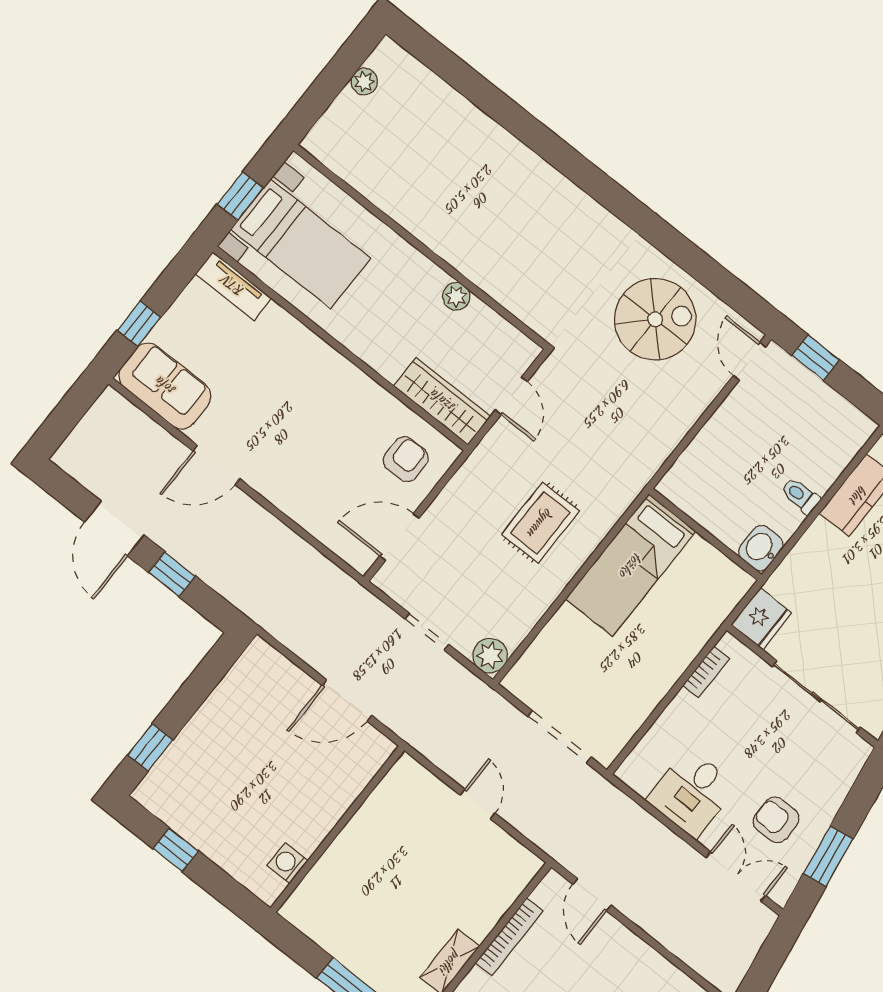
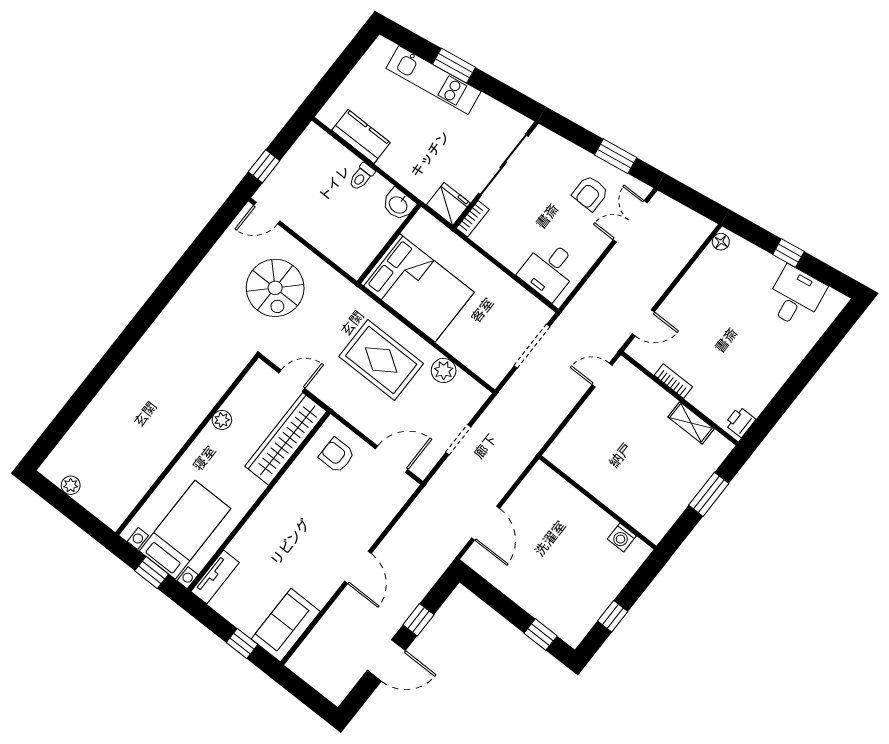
spiral stairs: (655, 319) -> (275, 288), moved, turned 180
wardrobe: (442, 401) -> (286, 439), width x1.40, depth x1.17
door: (216, 465) -> (358, 567), moved
rug: (540, 523) -> (381, 360), width x1.36, depth x1.43
door: (400, 537) -> (392, 459), swing flipped
bed: (631, 565) -> (417, 288), width x1.50
plant: (490, 656) -> (444, 370), moved
bookcase: (706, 672) -> (473, 219), moved, turned 90
door: (347, 700) -> (486, 523), moved
desk: (692, 793) -> (549, 270), moved, turned 90
door: (477, 804) -> (602, 375), moved
bookcase: (509, 937) -> (673, 381), width x0.64

